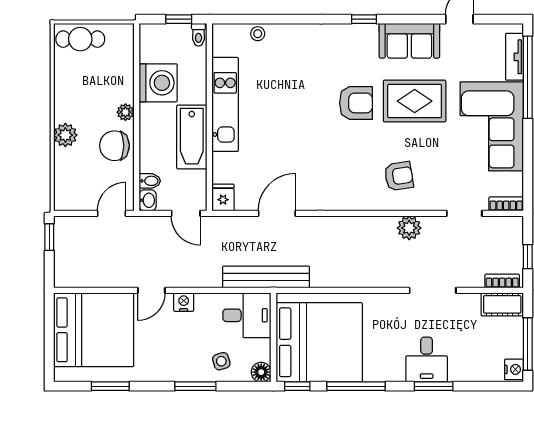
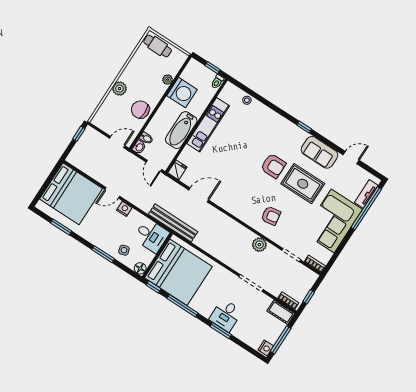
plant: (125, 112) -> (168, 80), moved

